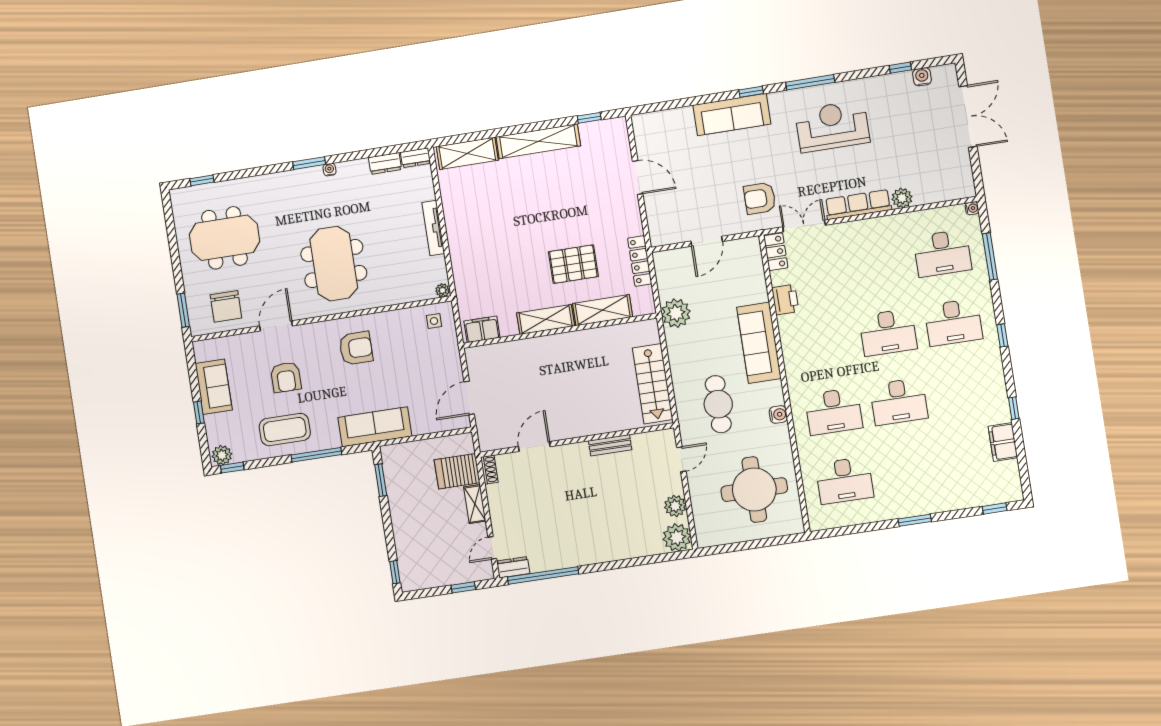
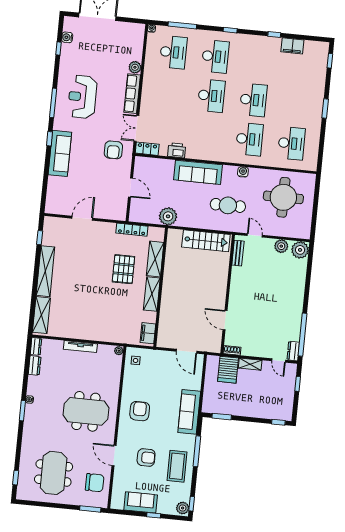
bench: (610, 445) -> (238, 253), moved

